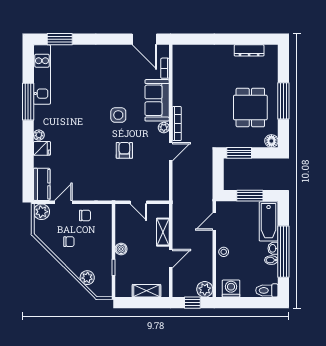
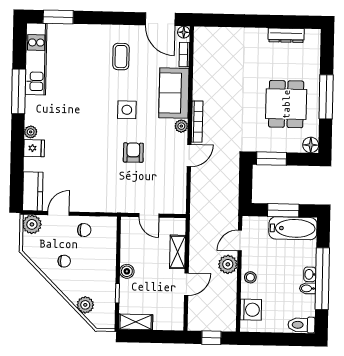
floor lamp: (164, 50) -> (184, 32), added
coffee table: (112, 71) -> (121, 57), added
bathtub: (269, 221) -> (293, 228), moved, turned -90
washing machine: (231, 288) -> (251, 310), moved, turned 90
plant: (205, 289) -> (228, 264), moved
shelving: (146, 291) -> (136, 322), moved

